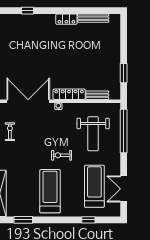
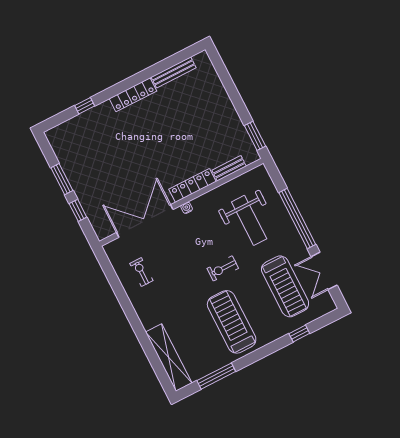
locker: (66, 19) -> (133, 95), width x1.53
window: (124, 73) -> (255, 136), moved
window: (124, 131) -> (297, 218), moved
treadmill: (94, 186) -> (285, 286), turned 180
window: (23, 220) -> (216, 376), width x1.44

